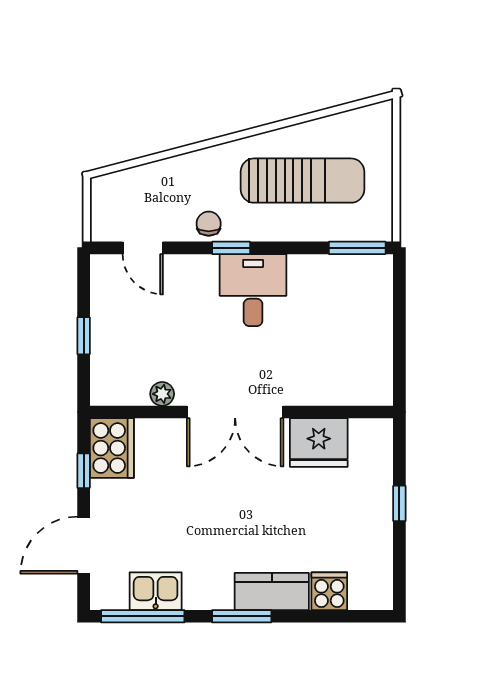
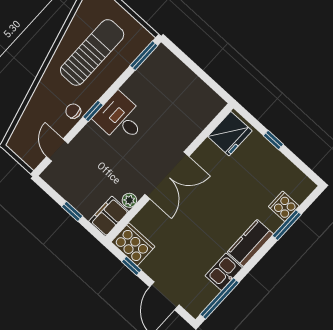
door: (143, 248) -> (57, 150), swing flipped
filing cabinet: (119, 386) -> (109, 216), added
fridge: (319, 443) -> (230, 134), moved
kitchen sink: (156, 591) -> (224, 272), moved
kitchen counter: (272, 592) -> (250, 243), moved
window: (242, 616) -> (287, 225), moved

